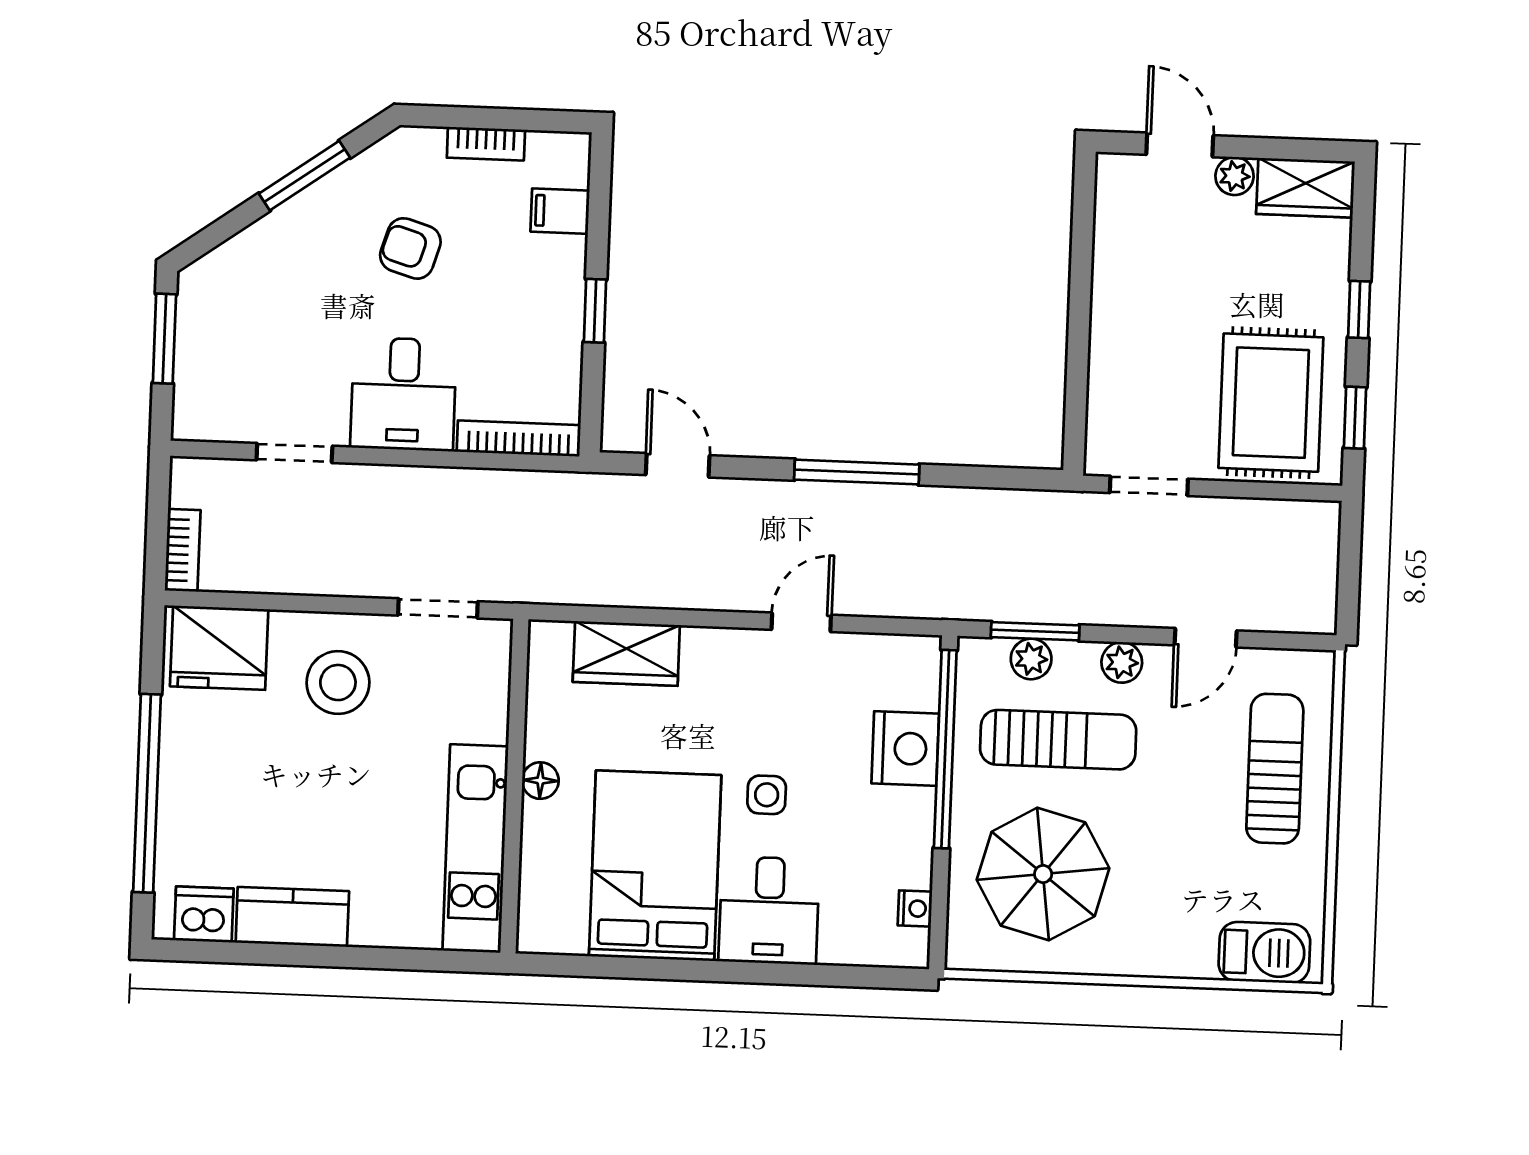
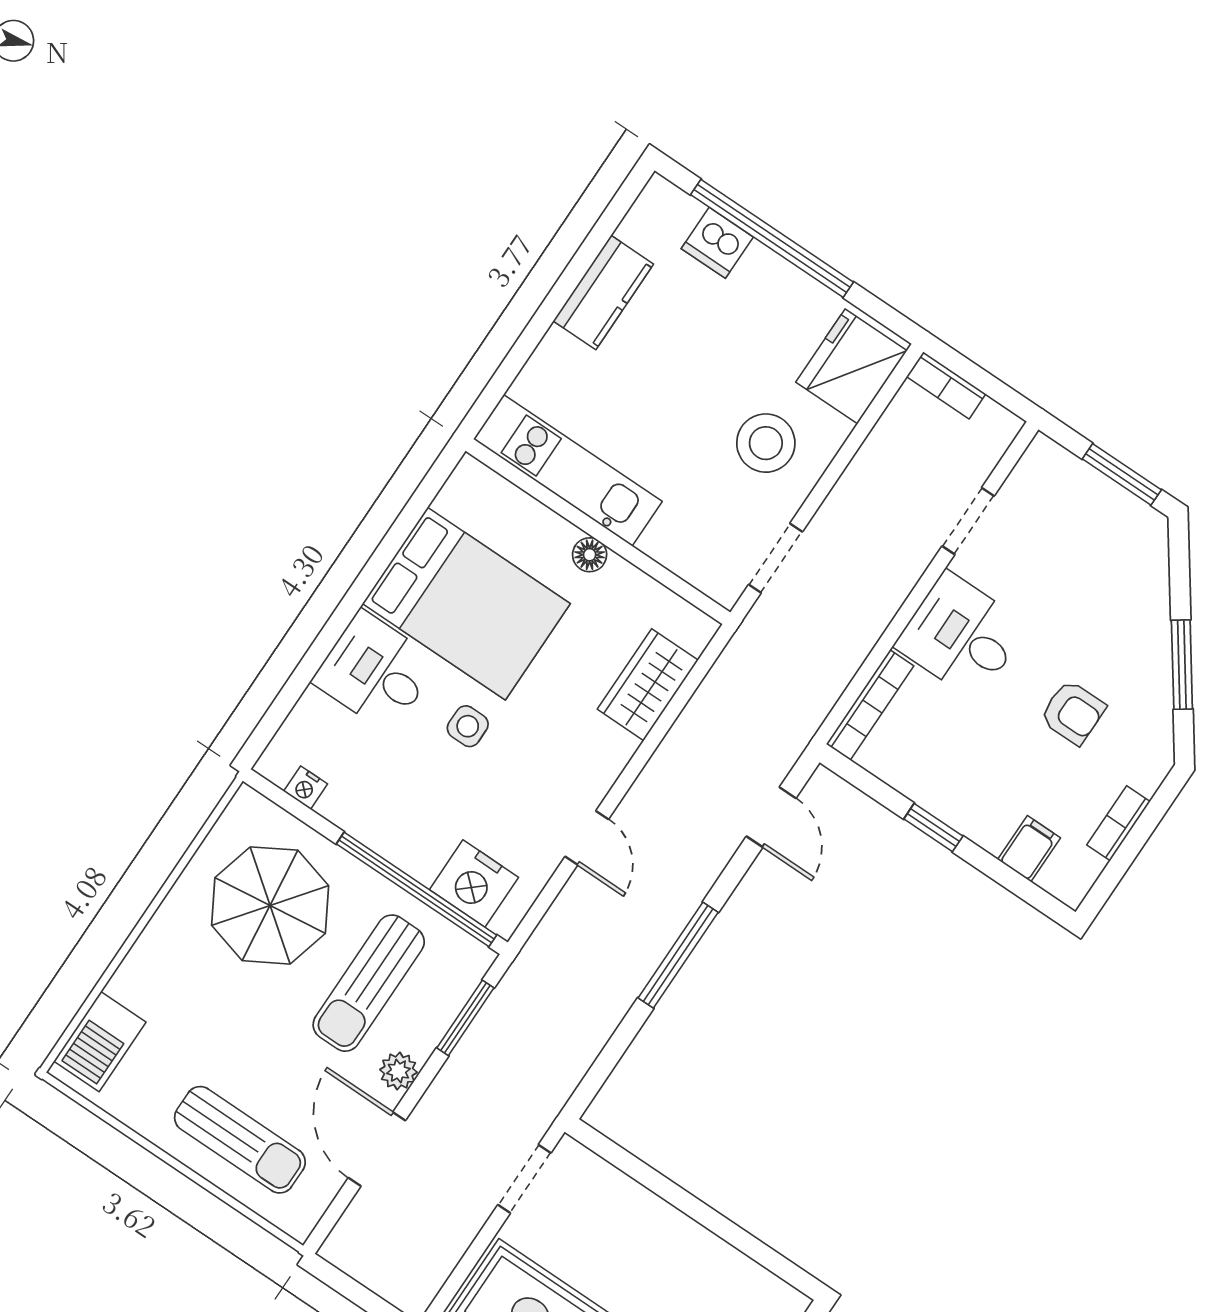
armchair: (410, 248) -> (1073, 712), turned 73
door: (678, 465) -> (771, 817), hinge flipped
door: (1206, 638) -> (377, 1149), width x1.38
plant: (1031, 659) -> (446, 1001), removed
nightstand: (905, 749) -> (474, 883), moved
dishwasher: (204, 914) -> (717, 243), moved, turned 90

